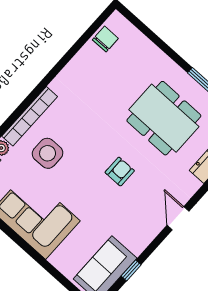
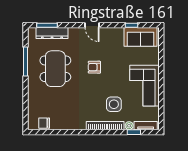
door: (178, 218) -> (92, 25), hinge flipped

